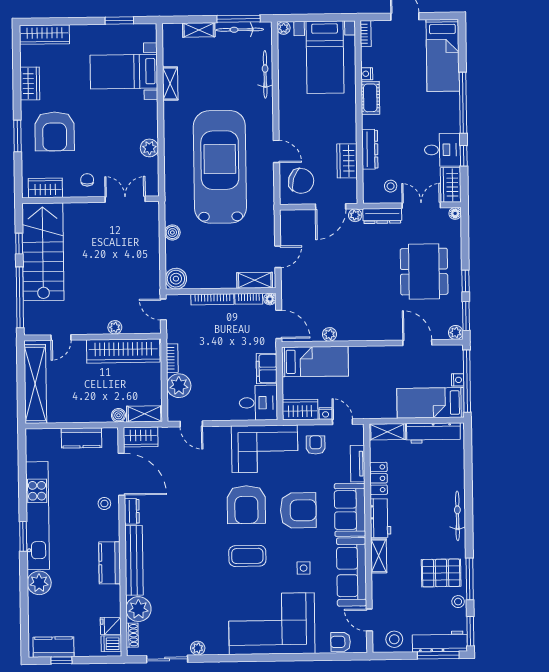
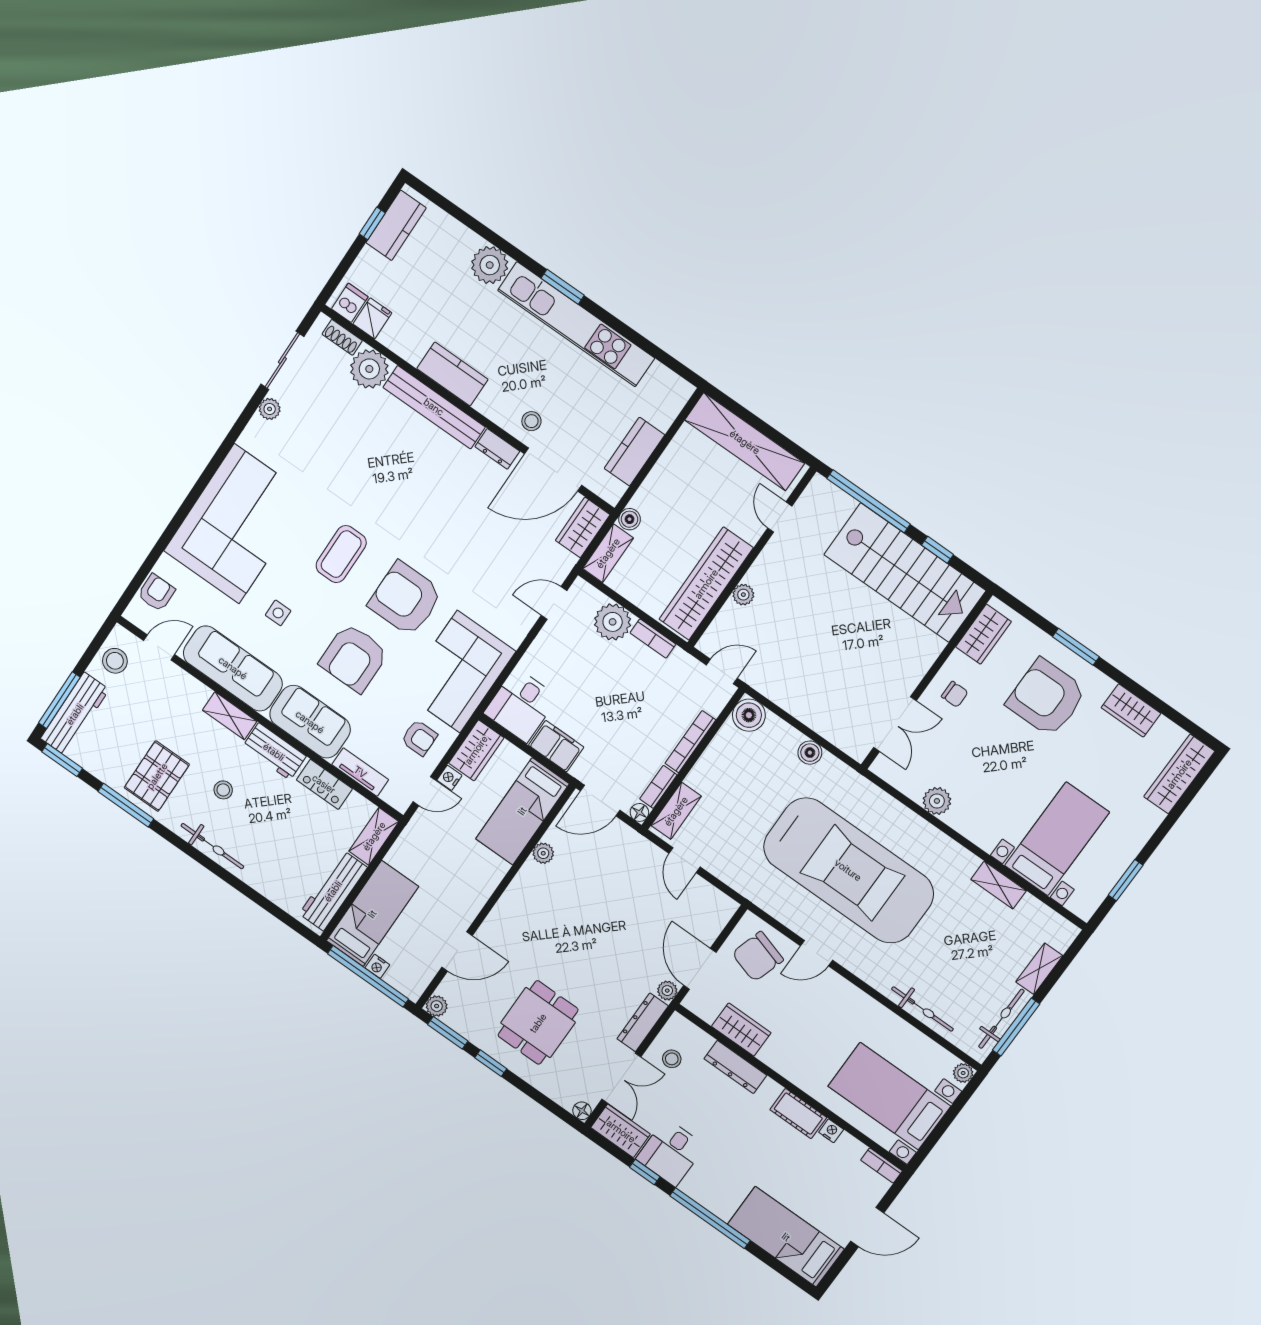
dining table: (424, 272) -> (538, 1023), width x0.73
stool: (458, 602) -> (223, 790), moved

